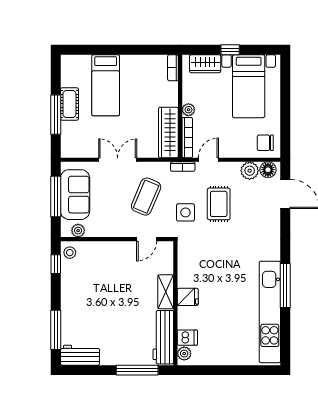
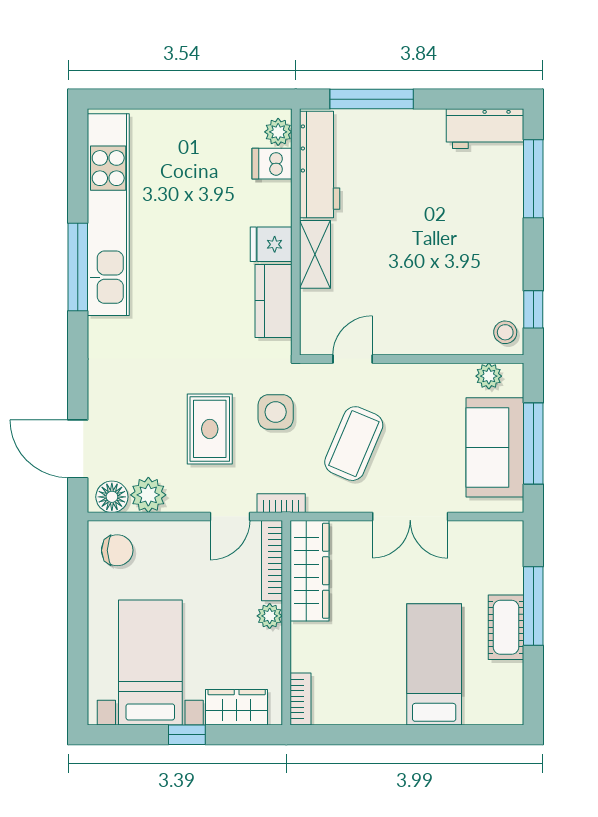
kitchen counter: (186, 268) -> (274, 301), added

